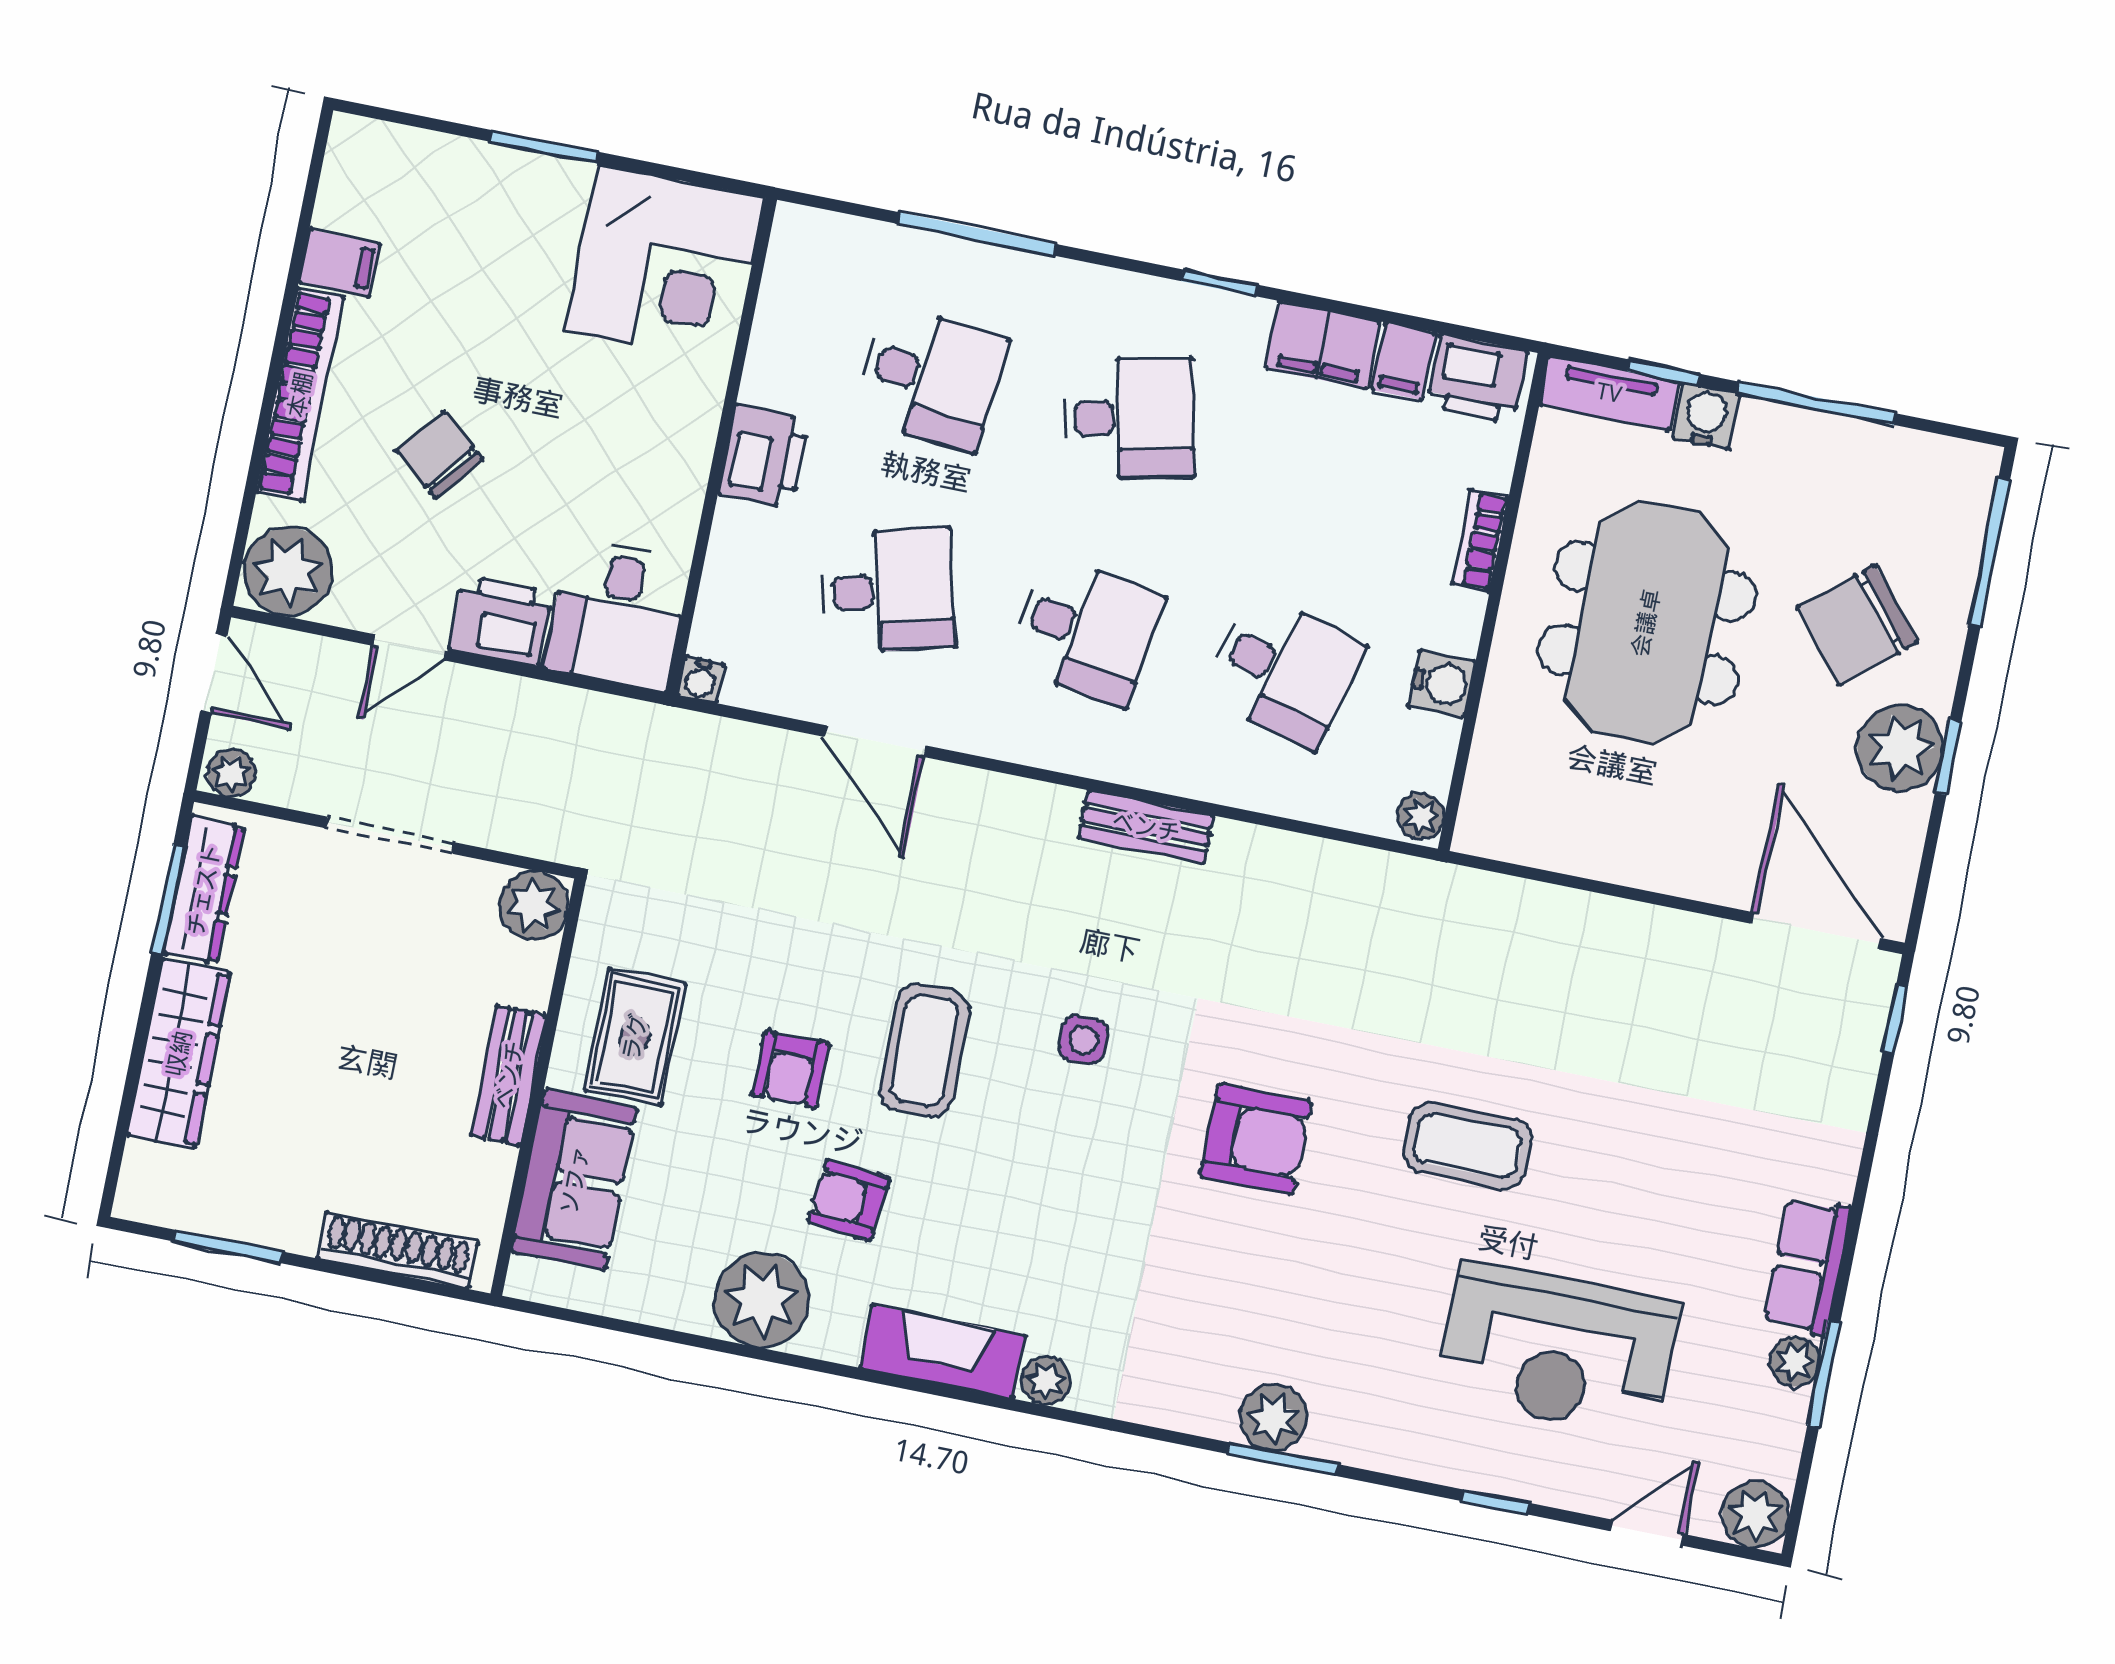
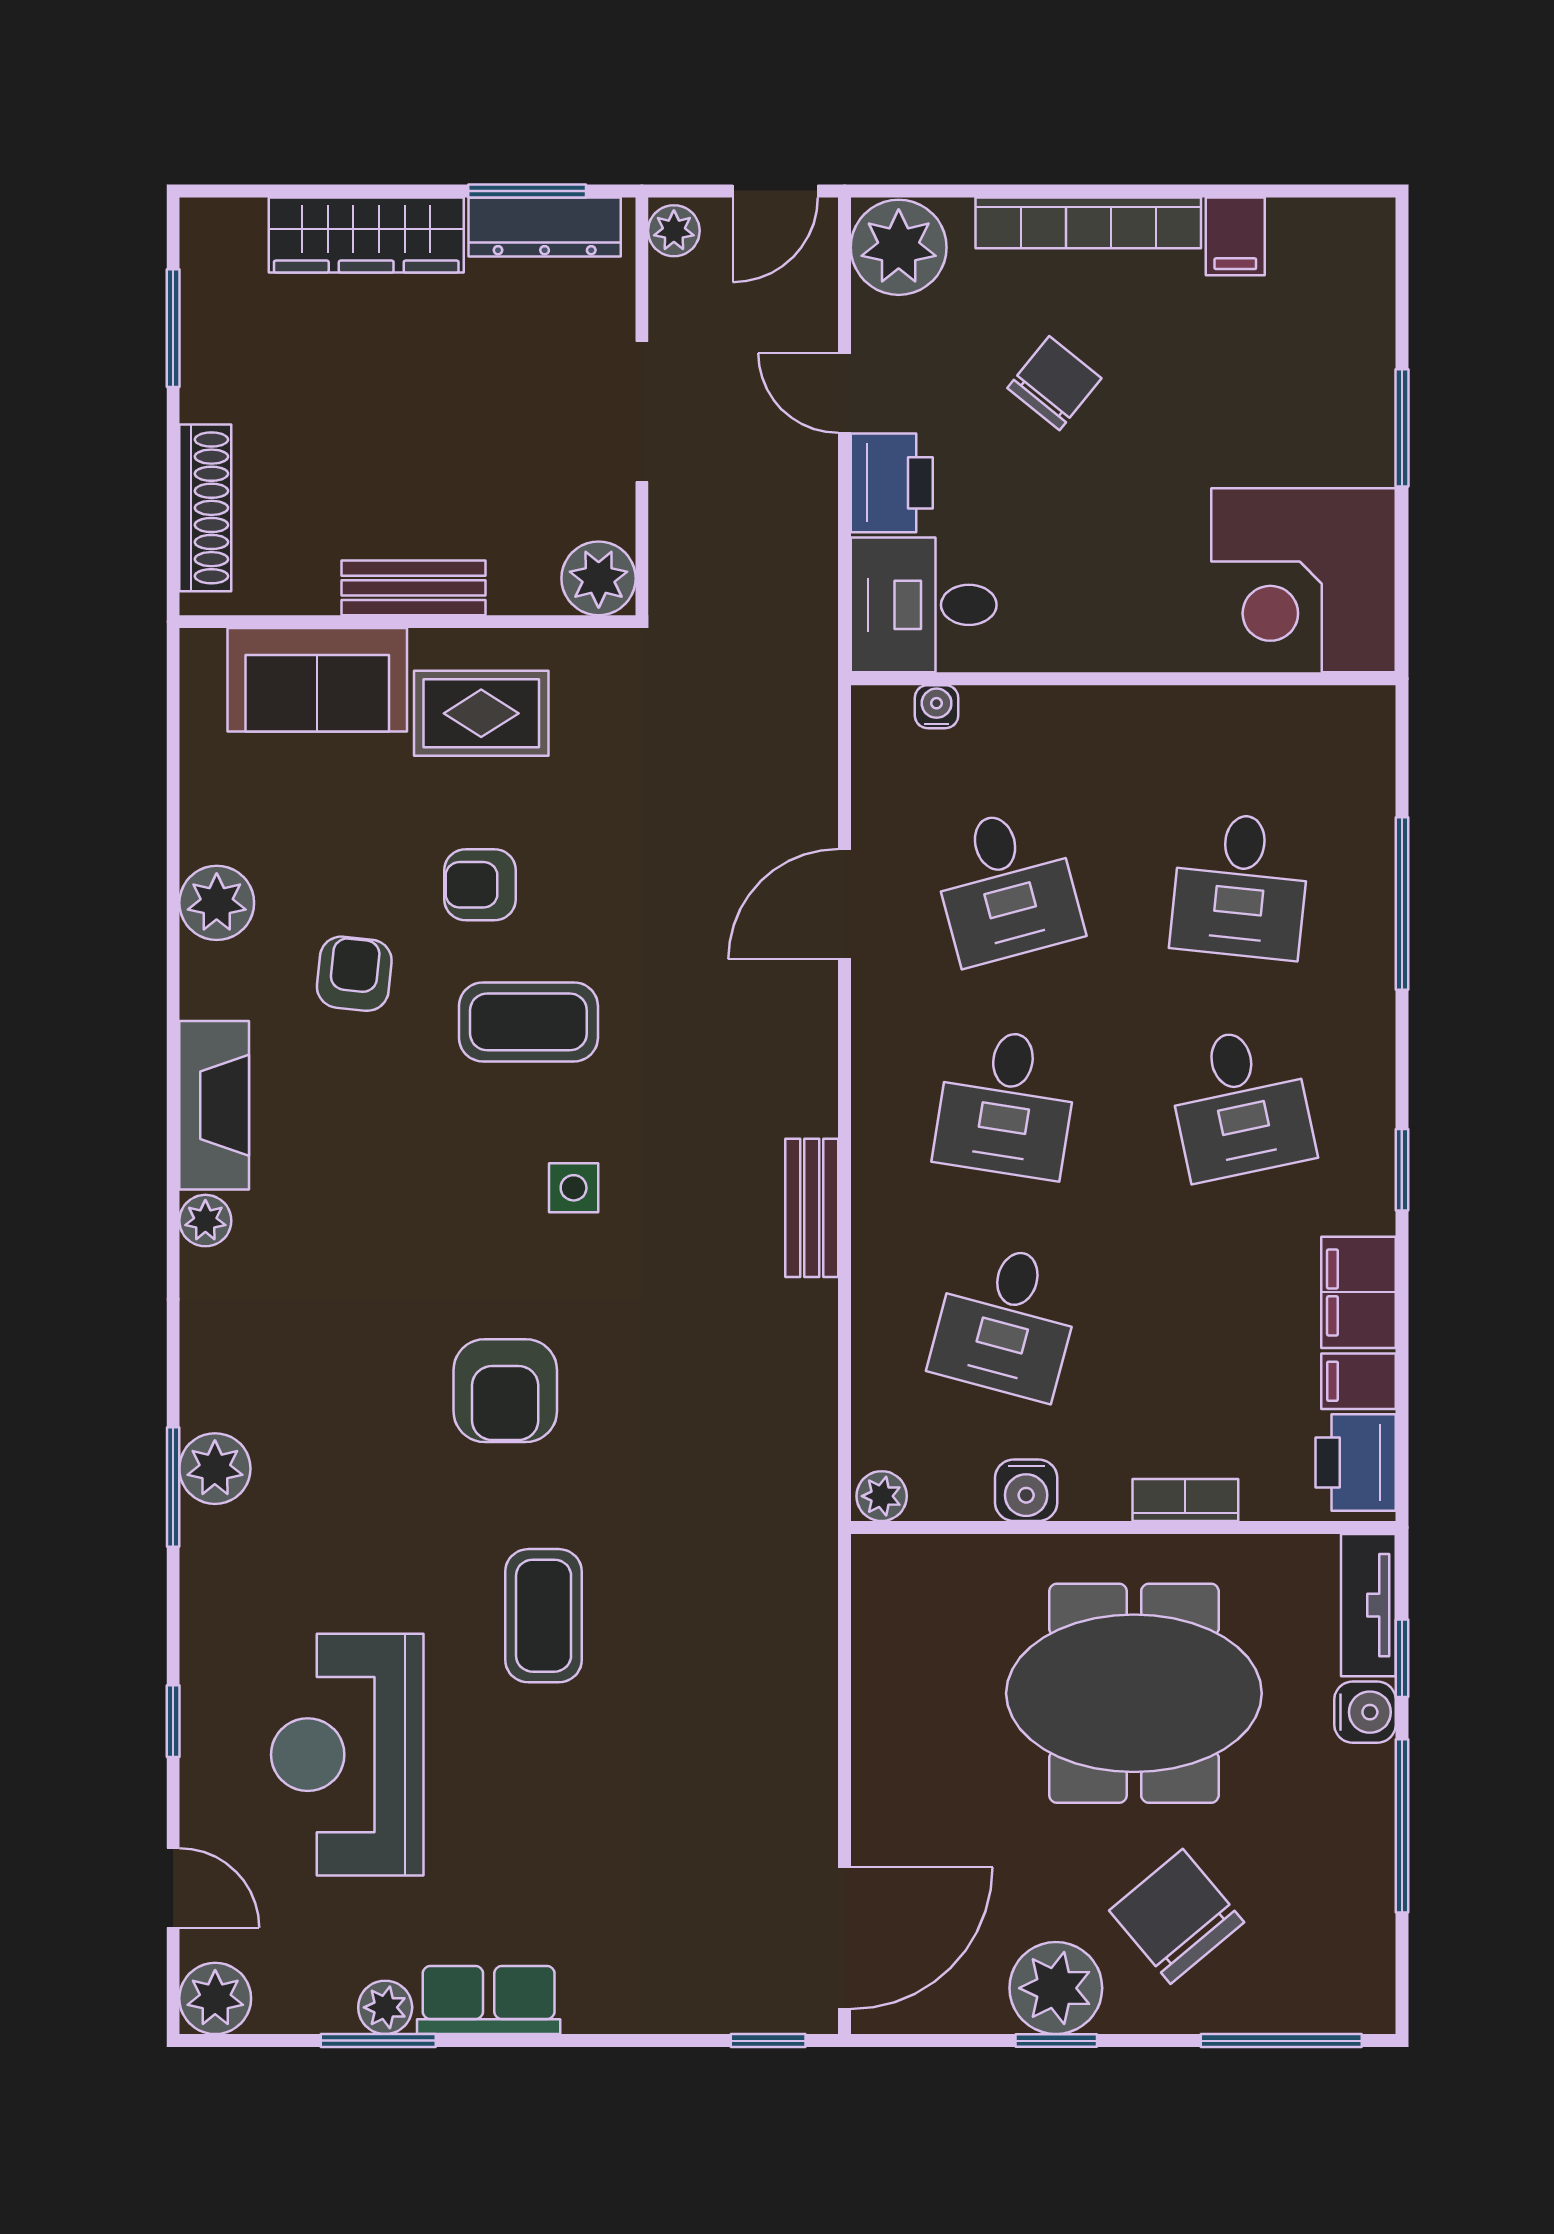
printer: (764, 456) -> (1122, 726), removed
water cooler: (701, 680) -> (937, 707), moved, turned 90
plant: (762, 1300) -> (217, 903), width x0.73, depth x0.73

